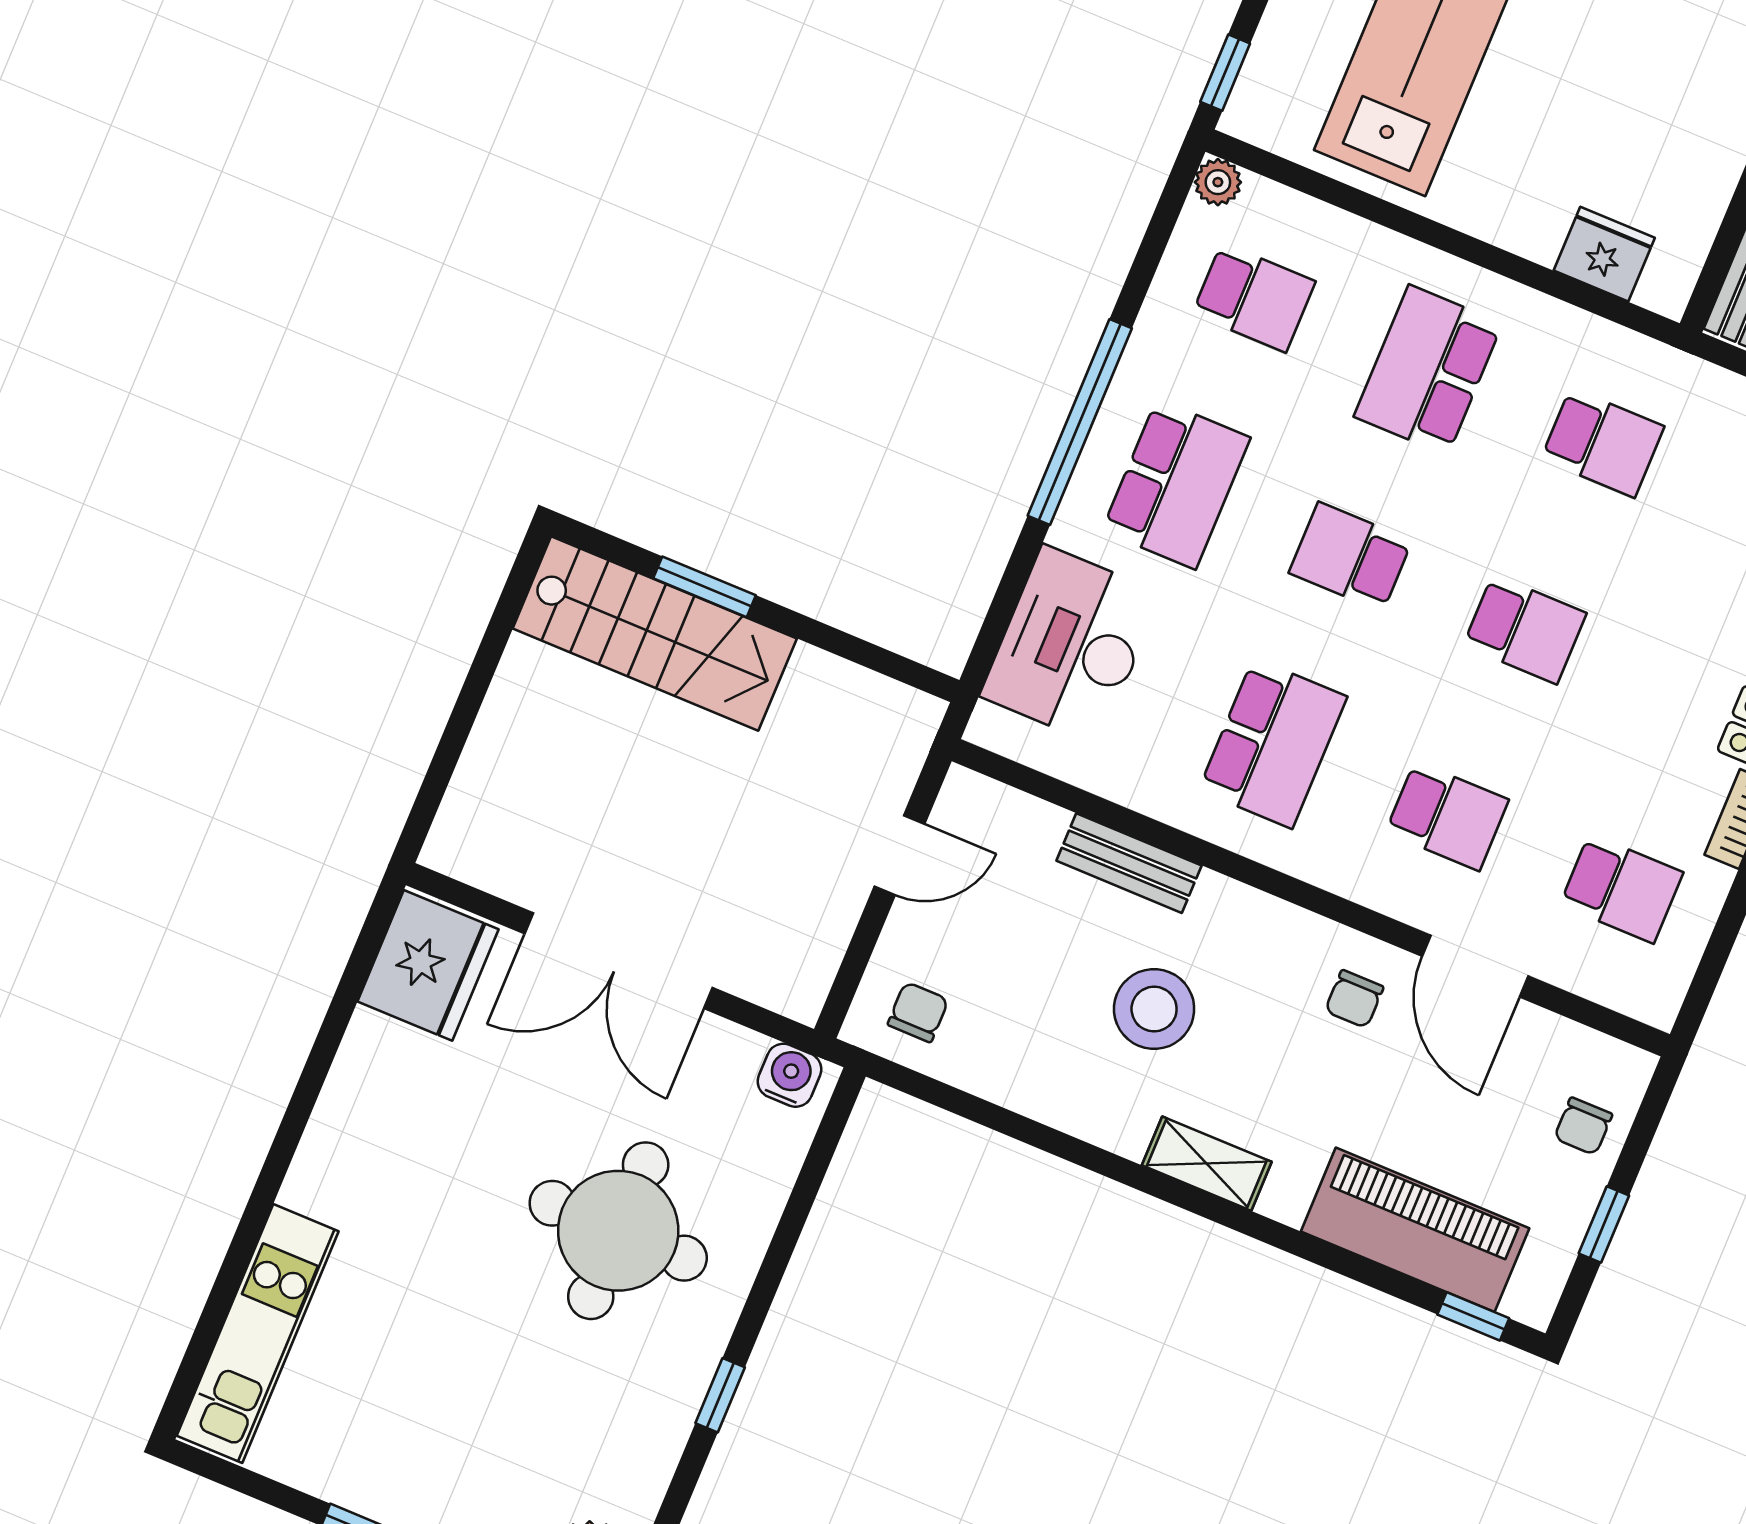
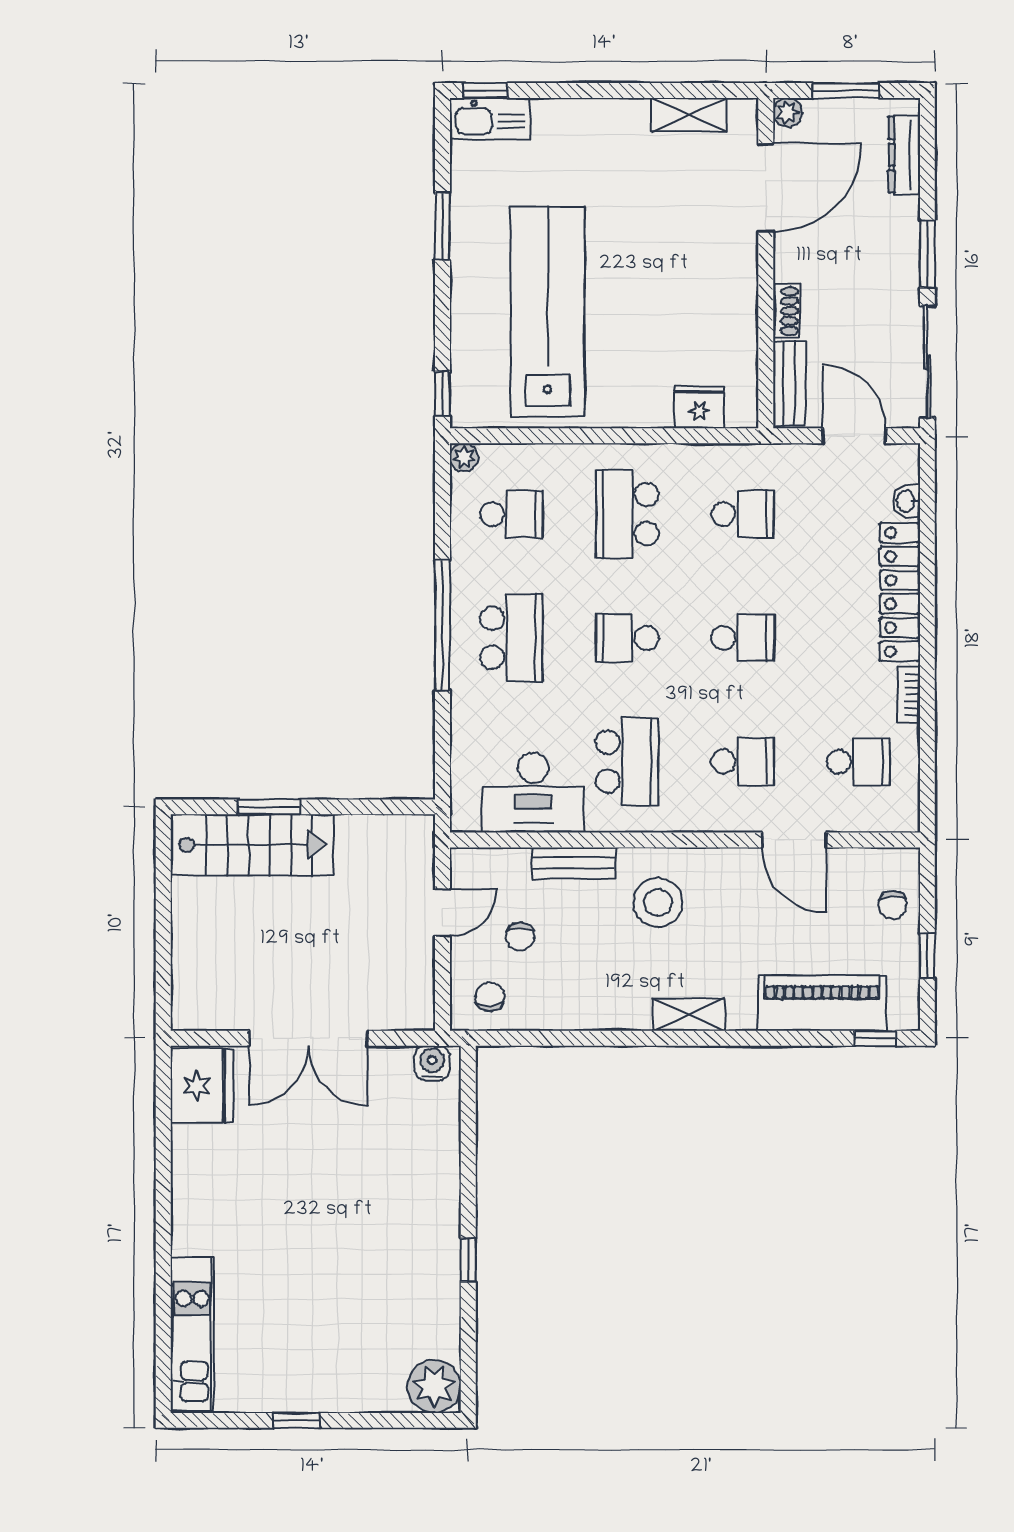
desk: (1071, 645) -> (533, 793), moved, turned -90
chair: (1354, 999) -> (520, 937), moved
stool: (1154, 1009) -> (658, 902), moved
round table: (618, 1231) -> (372, 1191), removed

